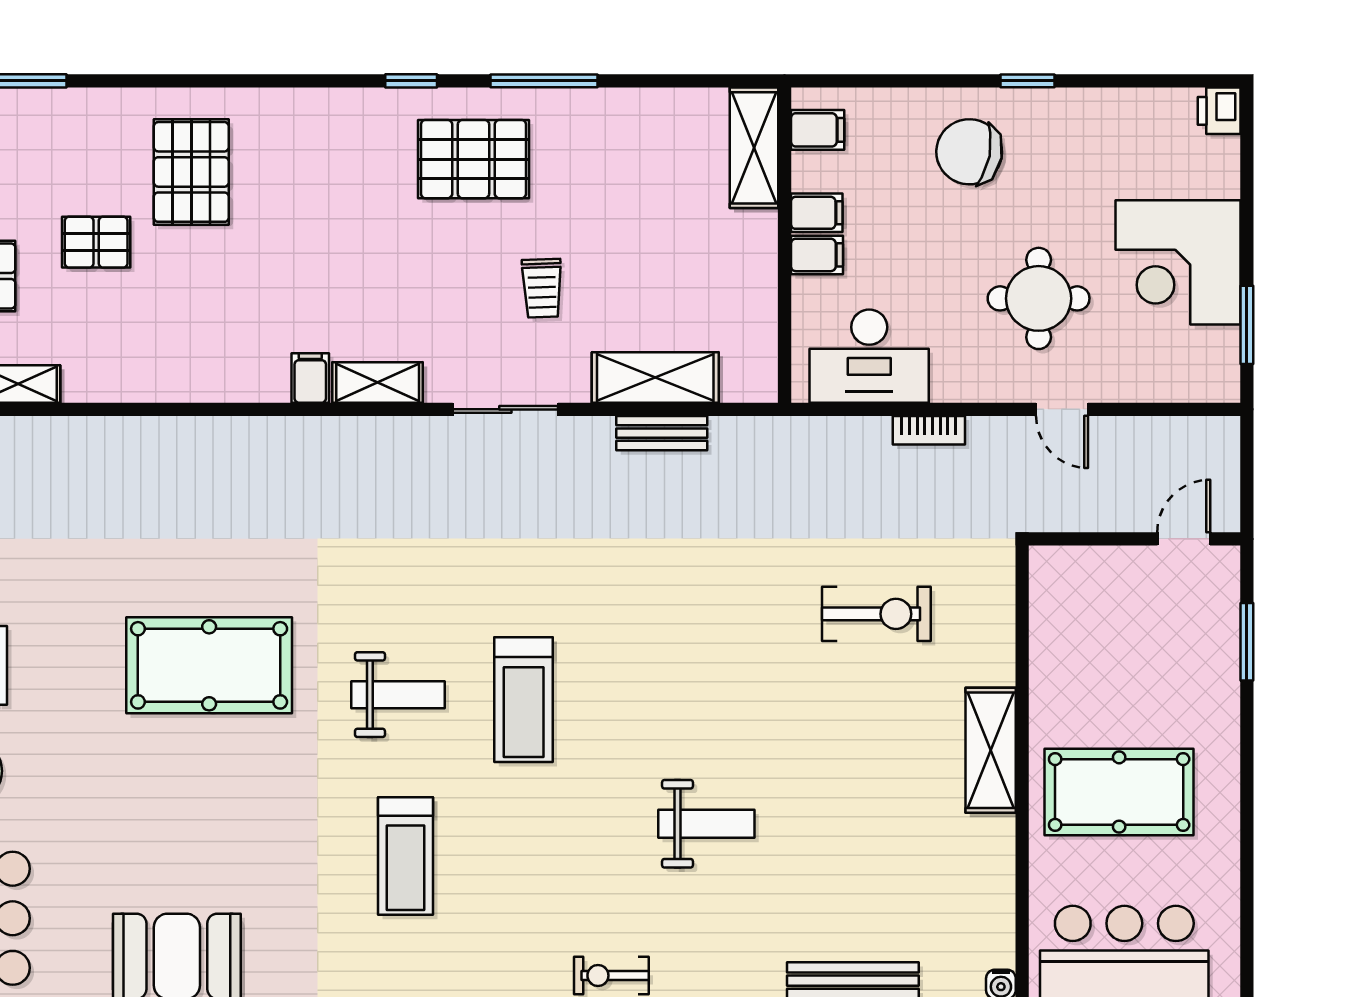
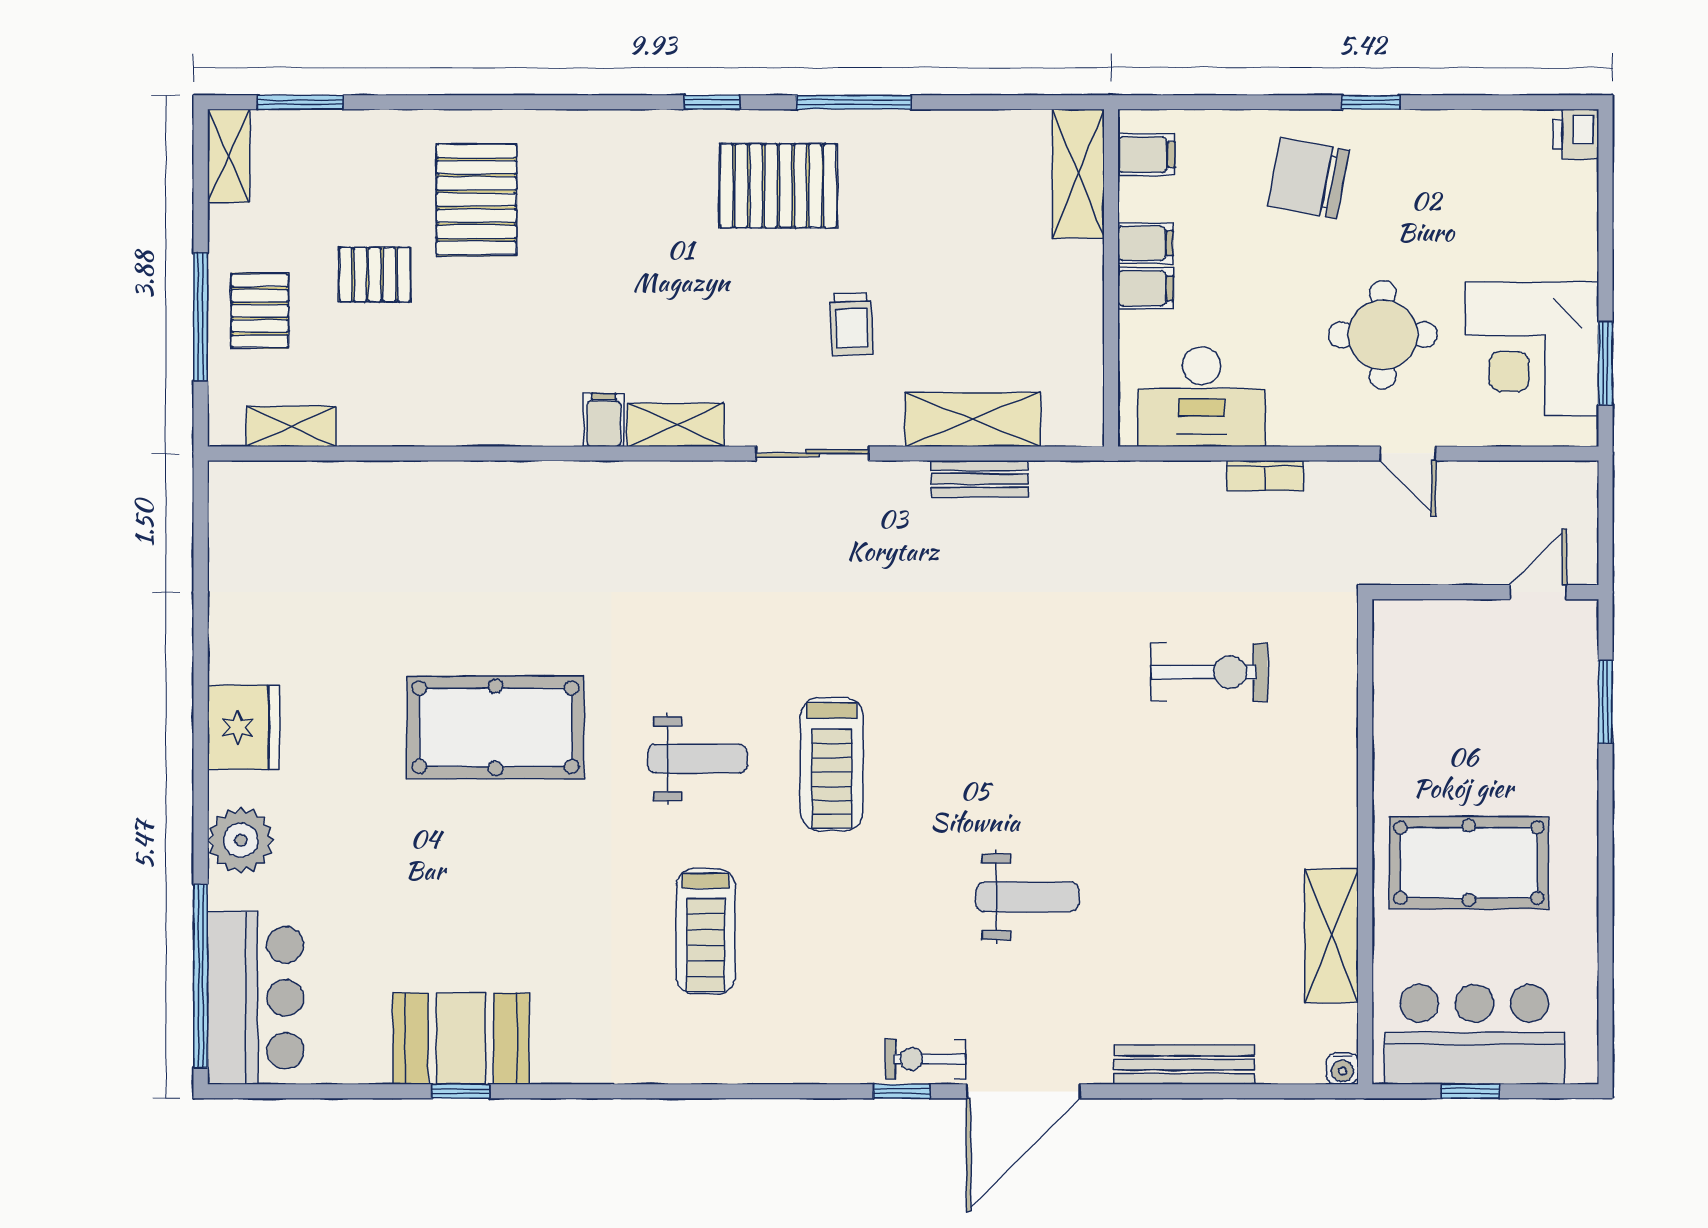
corner desk: (1178, 262) -> (1532, 349), moved
shelving: (991, 750) -> (1331, 936), moved

